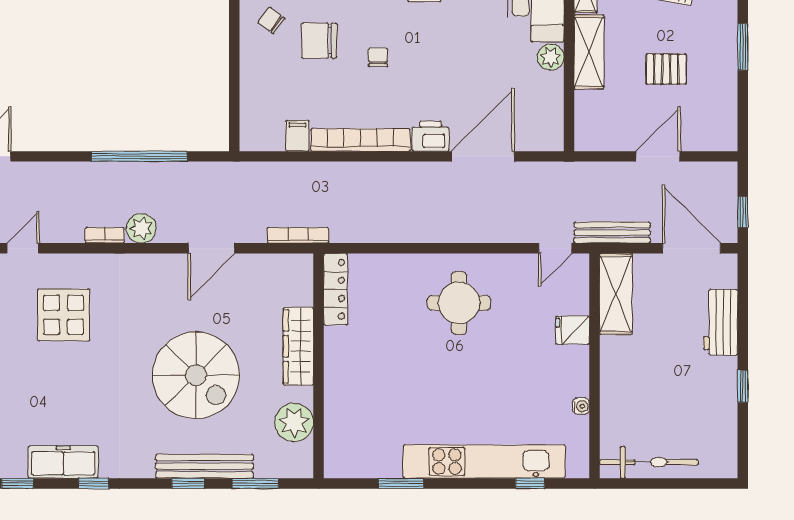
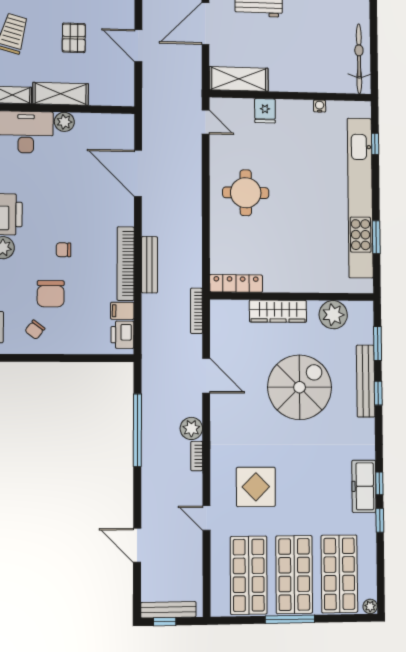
printer: (431, 136) -> (122, 335), moved
bench: (612, 233) -> (150, 265), moved
kitchen unit: (484, 462) -> (360, 198), width x1.36
window: (94, 483) -> (379, 483), moved

